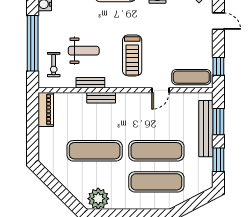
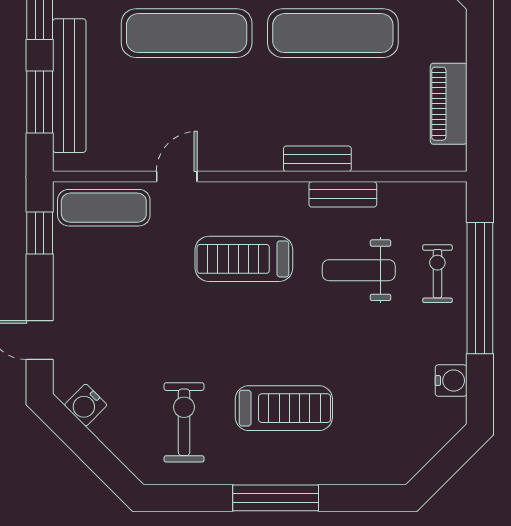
treadmill: (132, 55) -> (244, 259), turned -90
exercise bike: (54, 65) -> (437, 274), moved
piano: (46, 109) -> (449, 104), moved

